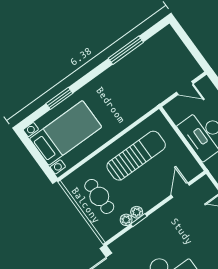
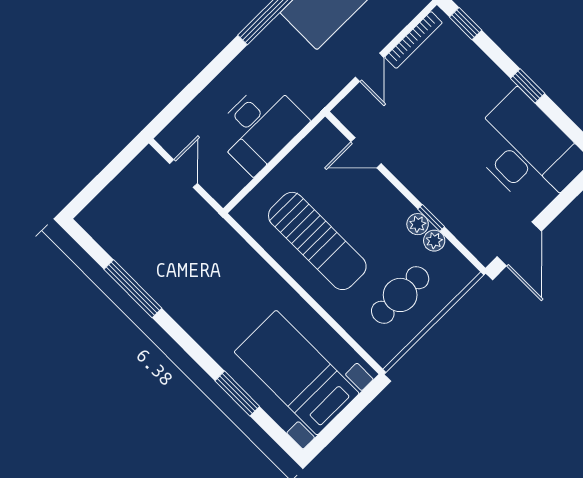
sun lounger: (136, 156) -> (317, 241), turned 180

